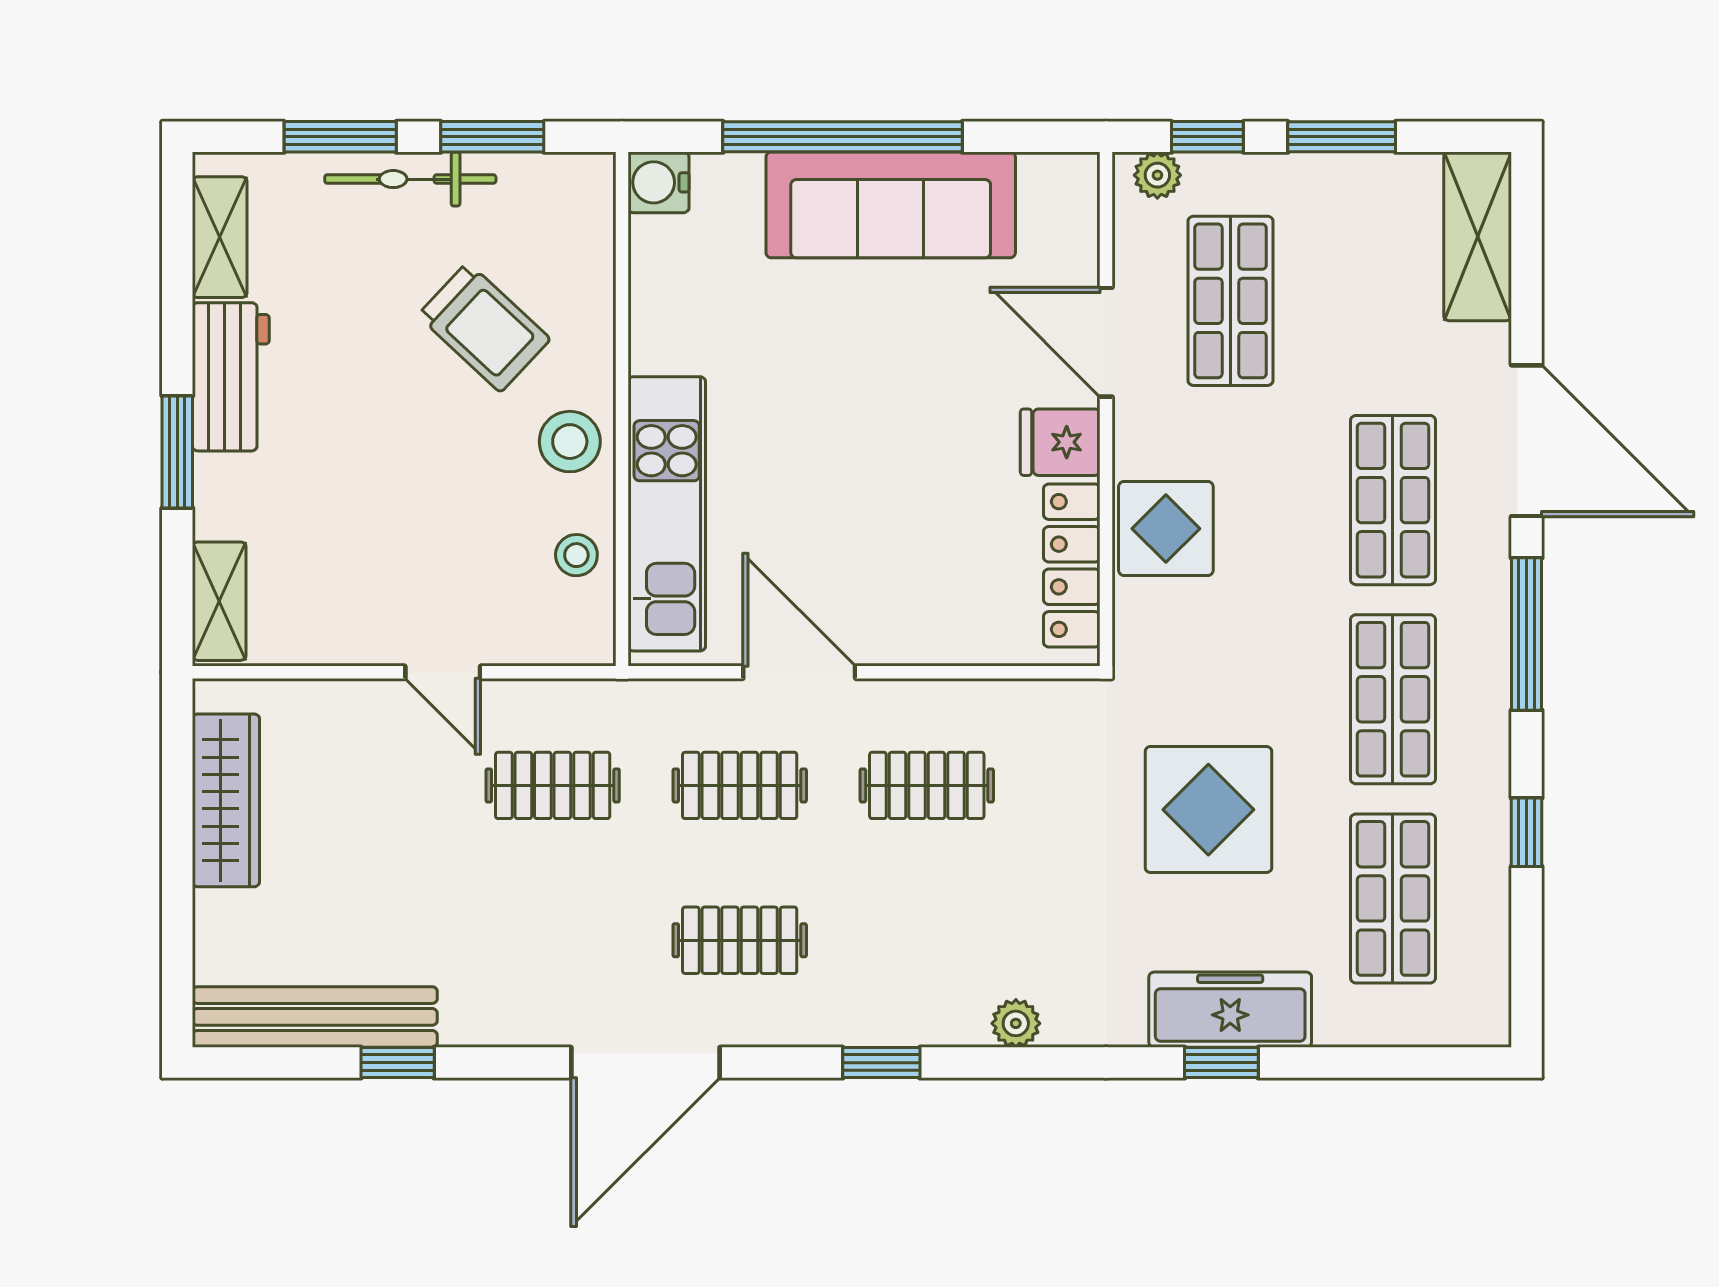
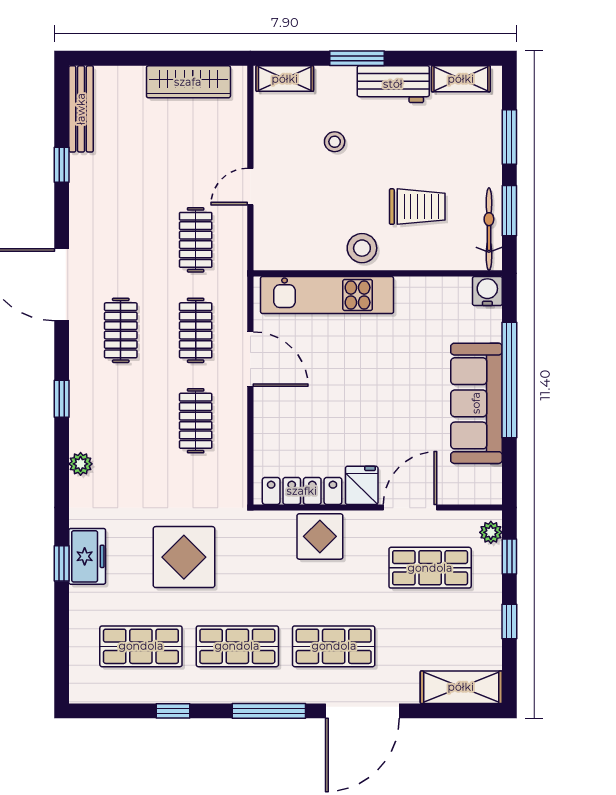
window: (1342, 137) -> (509, 621), width x0.67
bicycle: (410, 179) -> (489, 229), moved
trolley: (484, 327) -> (417, 207), turned -133
stool: (576, 555) -> (335, 142), moved
door: (799, 672) -> (250, 359), hinge flipped
freezer: (1230, 1010) -> (87, 556), width x0.71
bench: (315, 1017) -> (81, 109), width x0.73, depth x0.82

